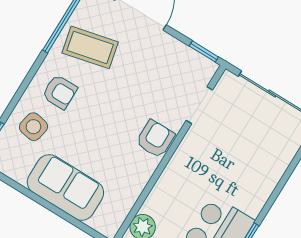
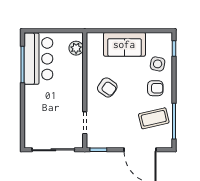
armchair: (60, 92) -> (155, 88), turned 180
armchair: (155, 139) -> (107, 87), moved, turned -54

